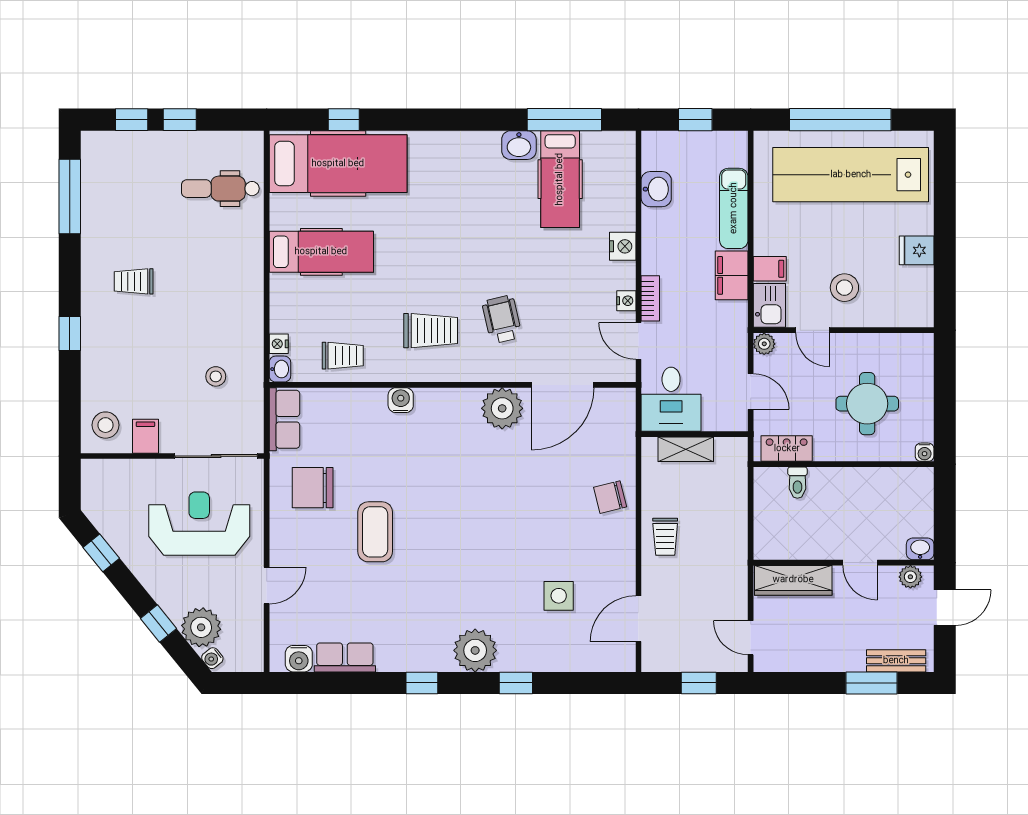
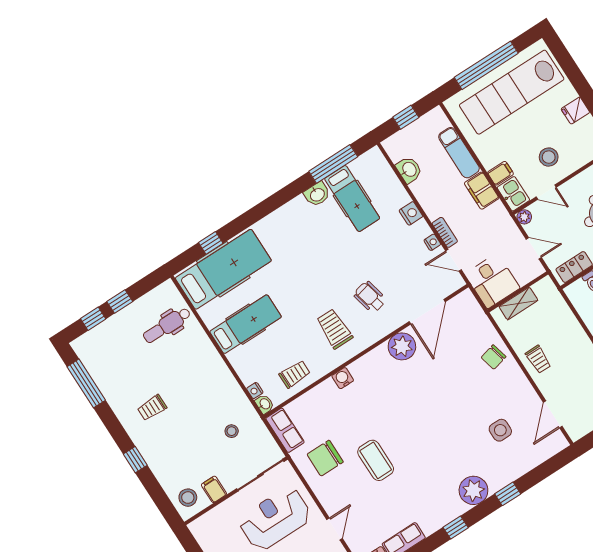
trolley: (431, 331) -> (334, 329), turned -90

